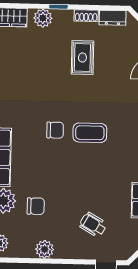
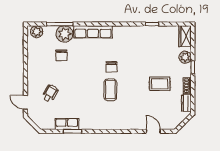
plant: (45, 249) -> (33, 62), removed

